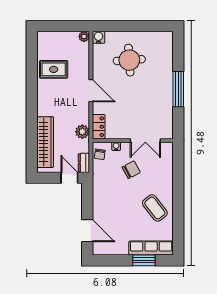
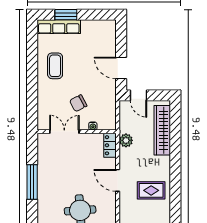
rug: (54, 69) -> (151, 190), moved
chair: (100, 154) -> (109, 118), removed
dresser: (84, 163) -> (125, 110), removed
coffee table: (155, 208) -> (55, 66), turned 38
door: (87, 231) -> (121, 68), moved

